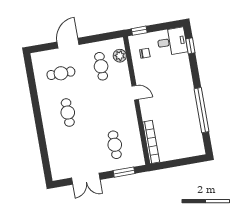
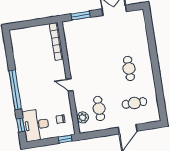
desk: (172, 42) -> (36, 125), width x1.37
window: (202, 110) -> (15, 90), moved
cafe table: (115, 145) -> (88, 40), removed

